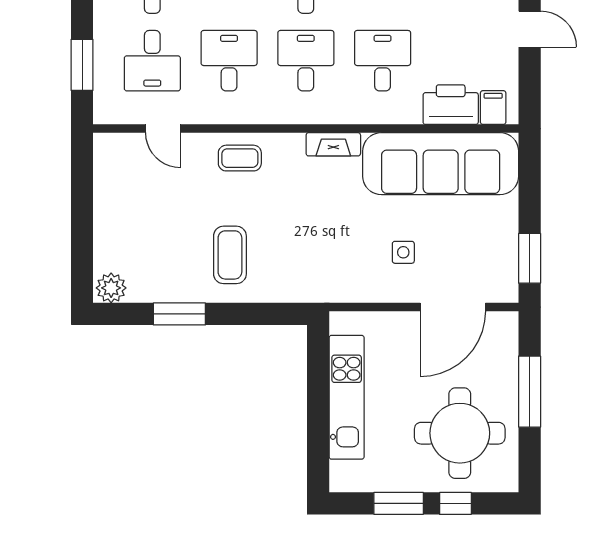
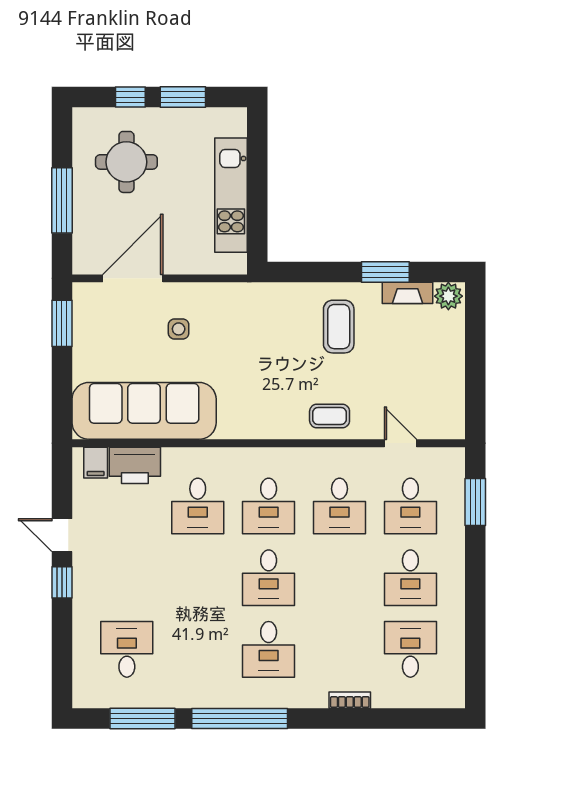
desk: (152, 61) -> (410, 506), turned 180
fireplace: (333, 144) -> (407, 293), moved, turned 180
round table: (460, 433) -> (126, 162), width x0.73, depth x0.73

